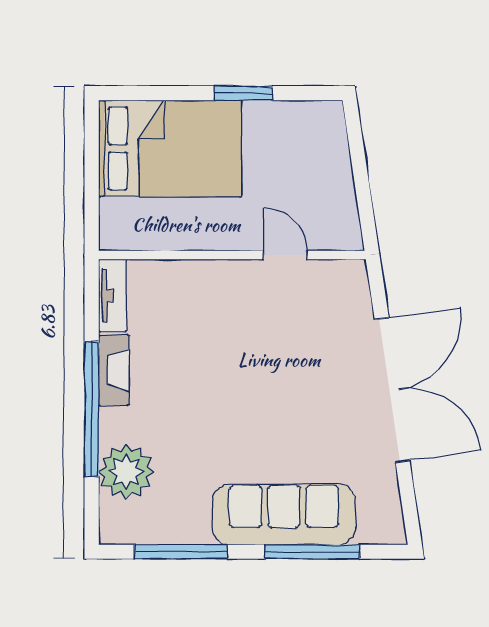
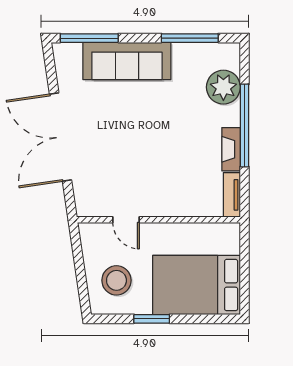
stool: (301, 156) -> (116, 280), added
window: (312, 552) -> (89, 38), moved

